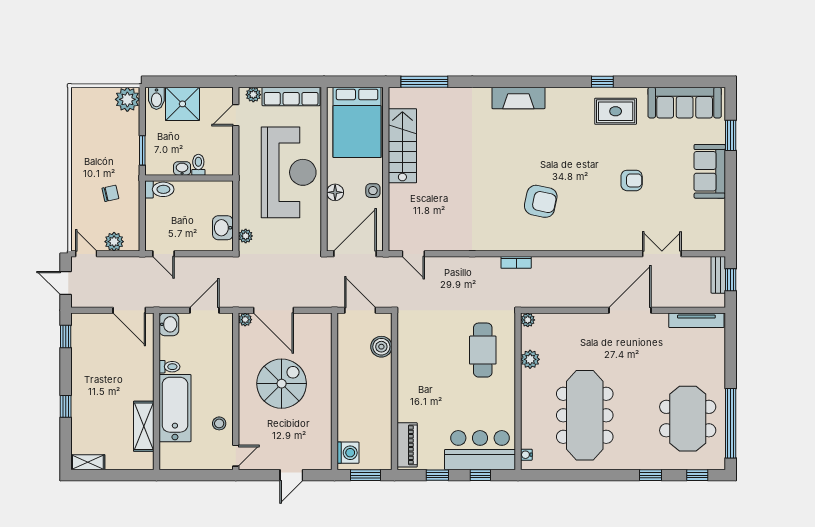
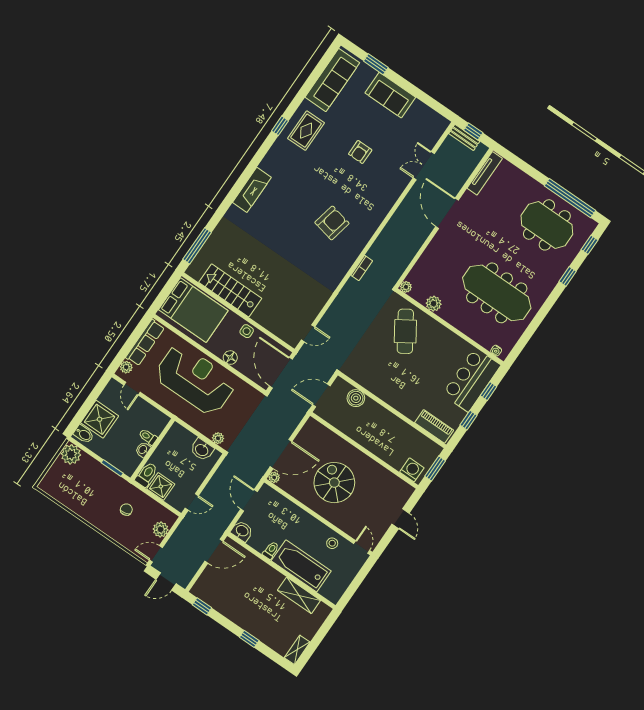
armchair: (632, 180) -> (360, 152), turned 180
shower: (157, 212) -> (161, 486), added
cafe table: (483, 350) -> (405, 331), turned 57

